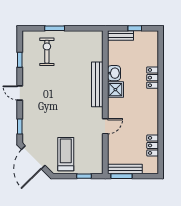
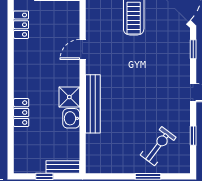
exercise bike: (47, 52) -> (158, 146), turned -143

